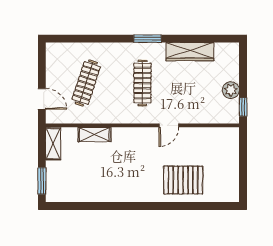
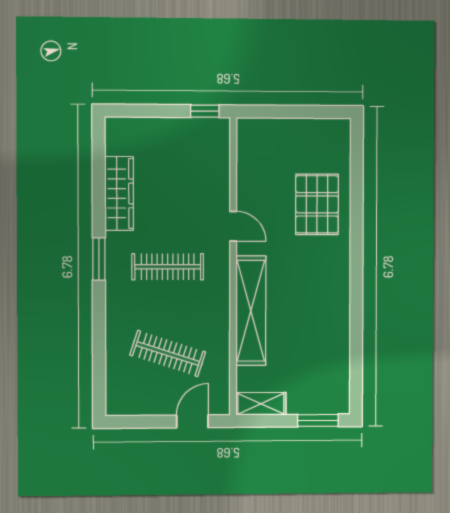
plant: (231, 90) -> (178, 130), removed
shelving: (94, 135) -> (251, 311), width x2.20, depth x1.33

